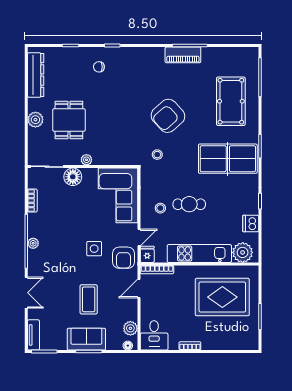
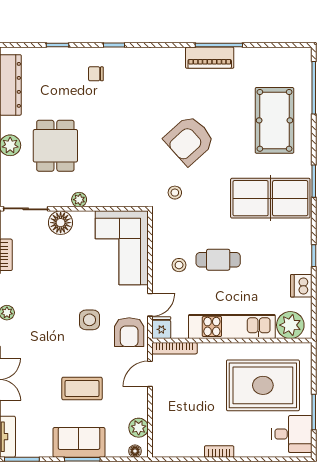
coffee table: (89, 299) -> (82, 389), turned 90
desk: (154, 335) -> (292, 434), moved, turned -90

